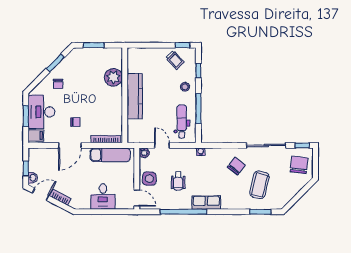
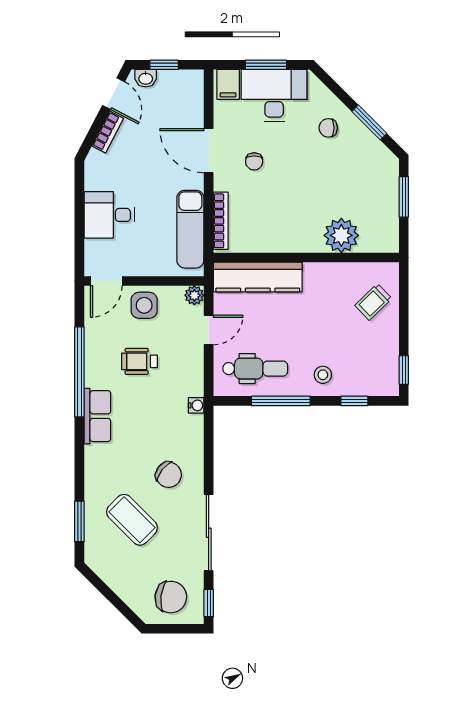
trolley: (175, 60) -> (373, 302), moved
kitchen counter: (135, 96) -> (258, 277), moved
coffee table: (259, 185) -> (132, 520), turned 32

